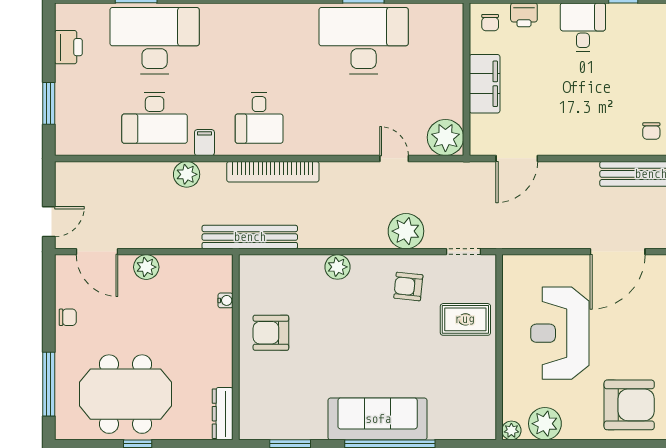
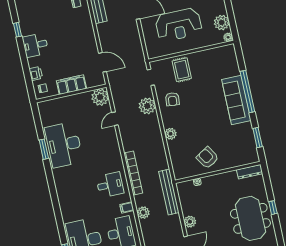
bench: (250, 237) -> (169, 192), moved
armchair: (271, 333) -> (207, 158), turned 148

